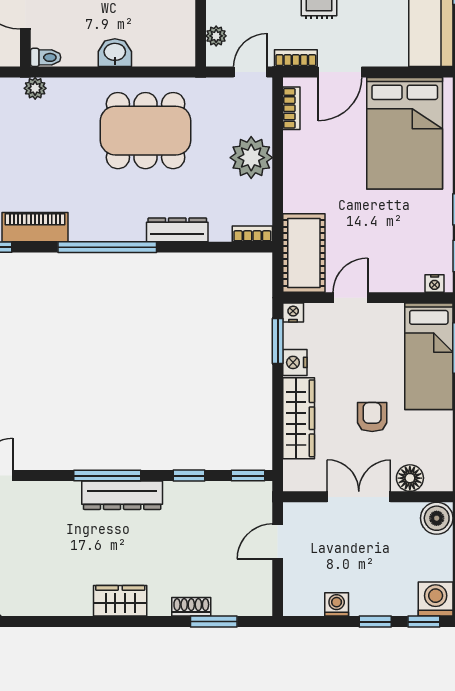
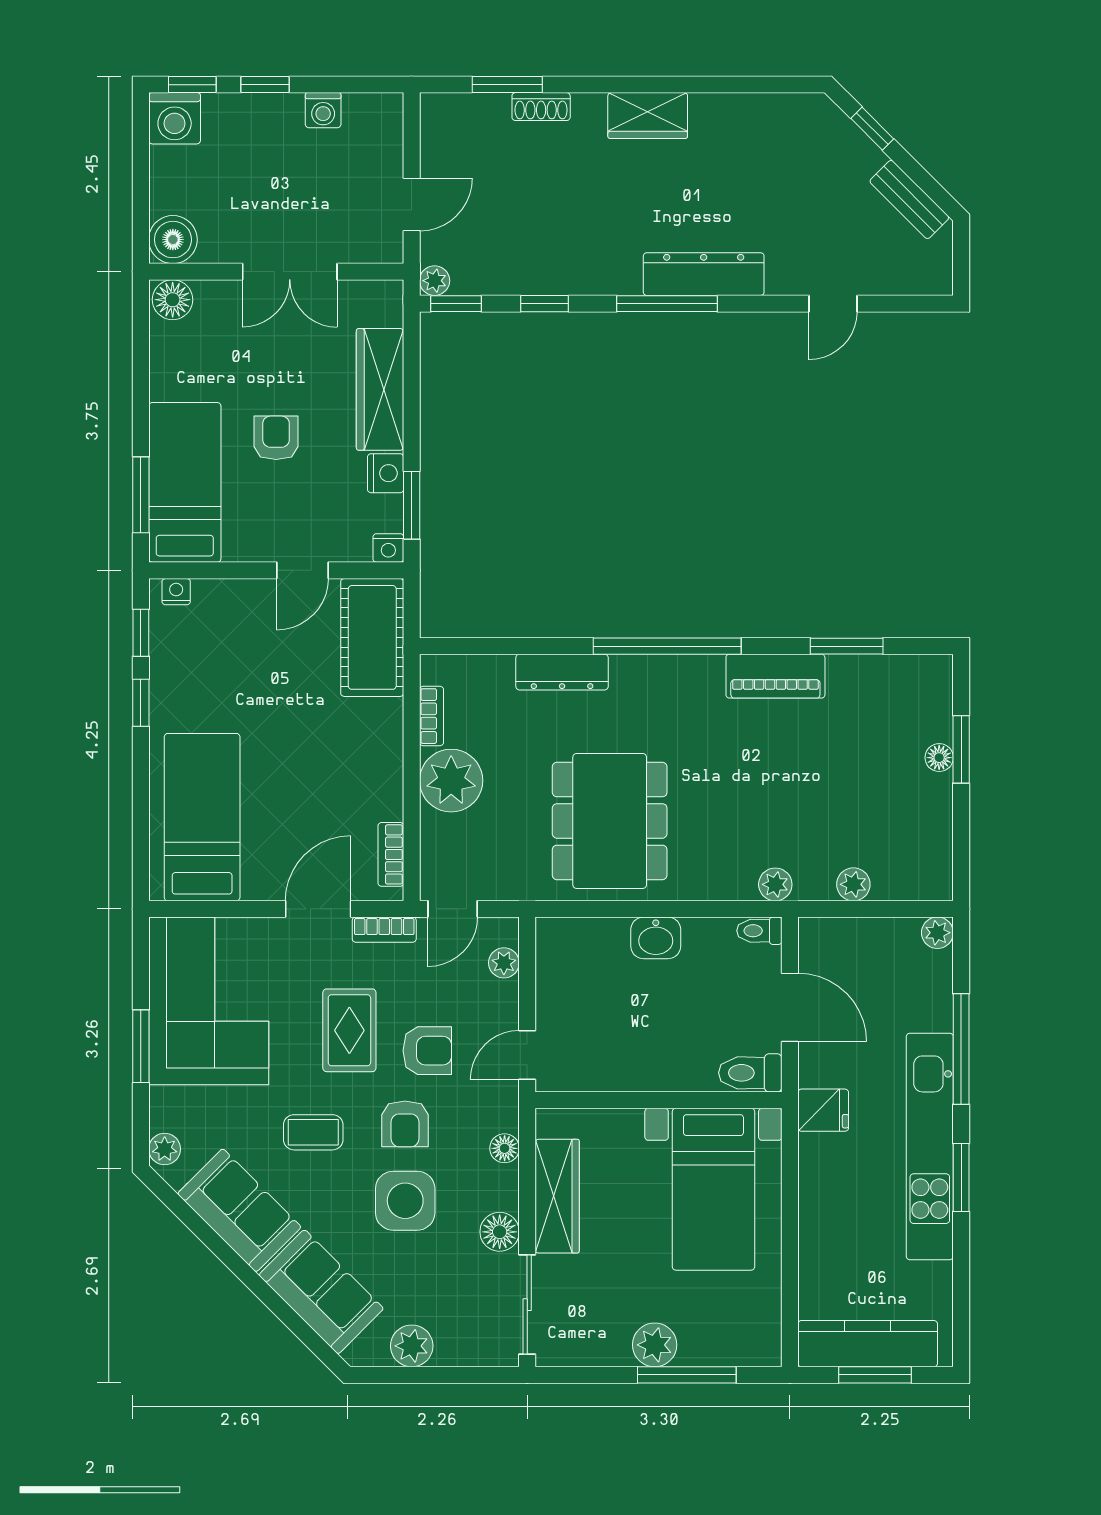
dining table: (146, 131) -> (610, 821), turned 90
bed: (405, 133) -> (202, 817), width x0.67
bookcase: (252, 234) -> (432, 716), moved, turned -90
armchair: (372, 417) -> (276, 438), moved, turned 180
floor lamp: (410, 478) -> (173, 300), moved
plant: (262, 491) -> (435, 281), added
dresser: (122, 495) -> (704, 274), moved

